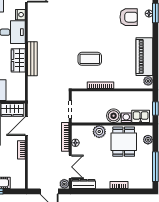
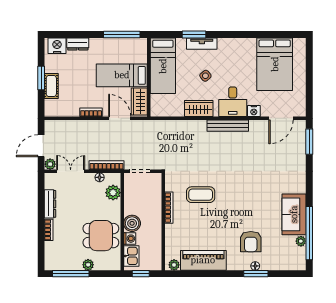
bench: (32, 59) -> (228, 126), moved
coffee table: (90, 59) -> (201, 195), turned 90
plant: (99, 132) -> (113, 193), moved
plant: (148, 140) -> (88, 265), moved
double door: (70, 167) -> (71, 171), swing flipped
dresser: (83, 184) -> (50, 204), moved

